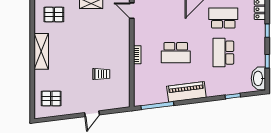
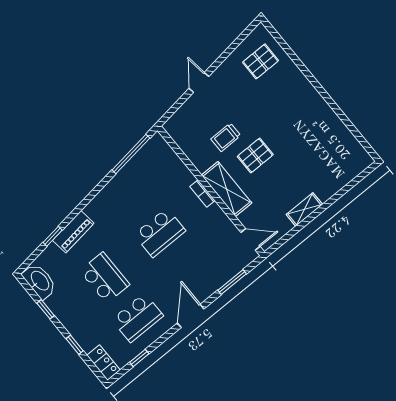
pallet: (54, 14) -> (255, 156), moved
shelving: (41, 51) -> (227, 189), moved
school desk: (176, 53) -> (160, 233), turned 180
piano: (186, 92) -> (73, 232), moved, width x0.73, depth x0.75

